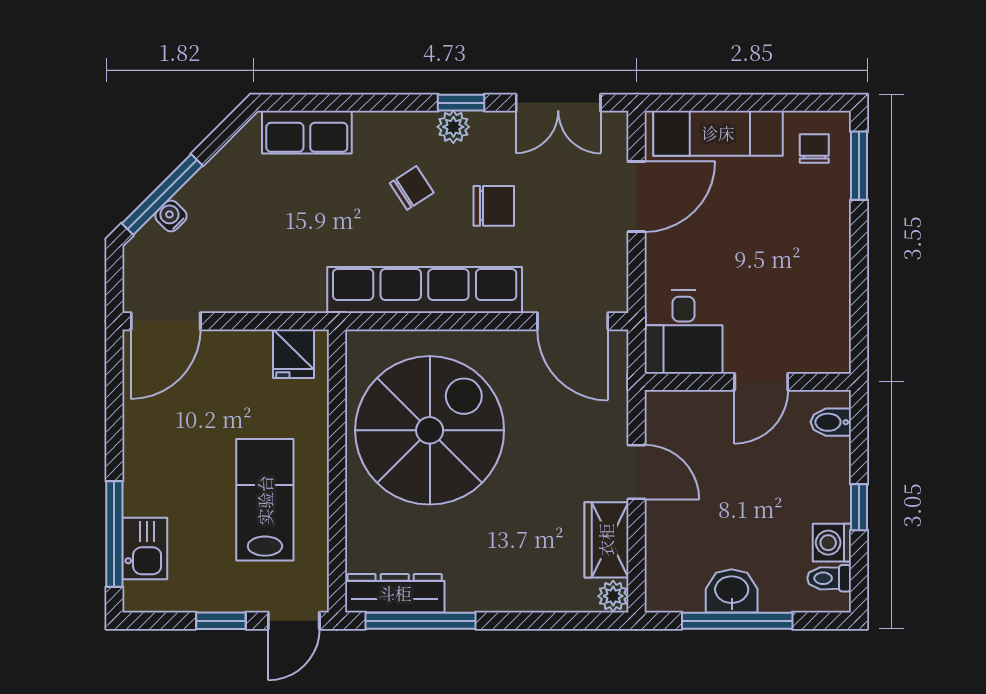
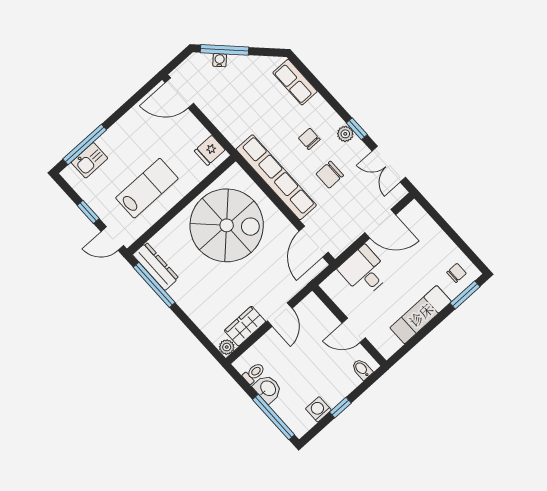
exam couch: (718, 133) -> (421, 315), moved, turned 90
chair: (412, 188) -> (309, 139), turned -147
chair: (494, 206) -> (330, 175), turned 90
desk: (684, 332) -> (364, 271), moved, turned 90
toilet: (829, 578) -> (254, 373), moved, turned 90
window: (737, 621) -> (274, 417), moved

